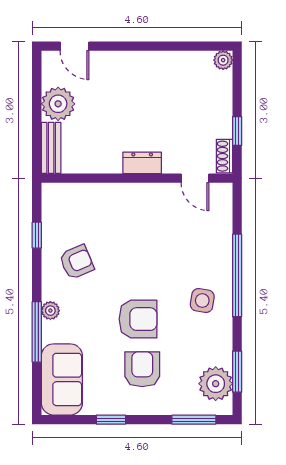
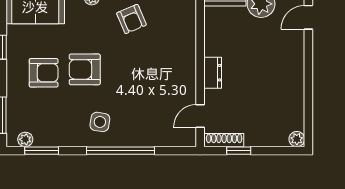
shoe rack: (224, 156) -> (224, 140), width x1.43
armchair: (138, 319) -> (85, 69), turned 90
plant: (216, 384) -> (25, 139), width x0.53, depth x0.53

